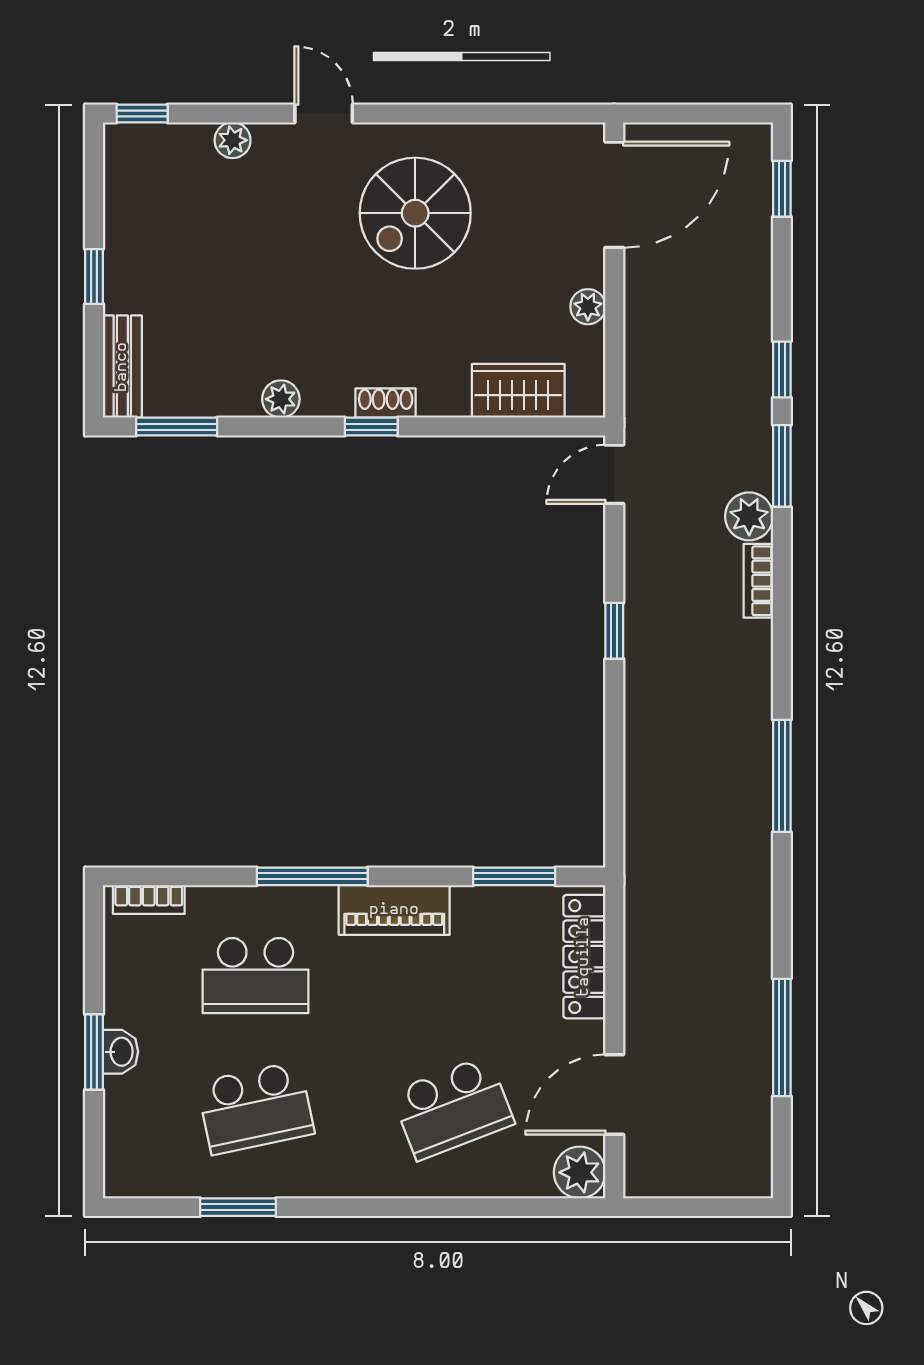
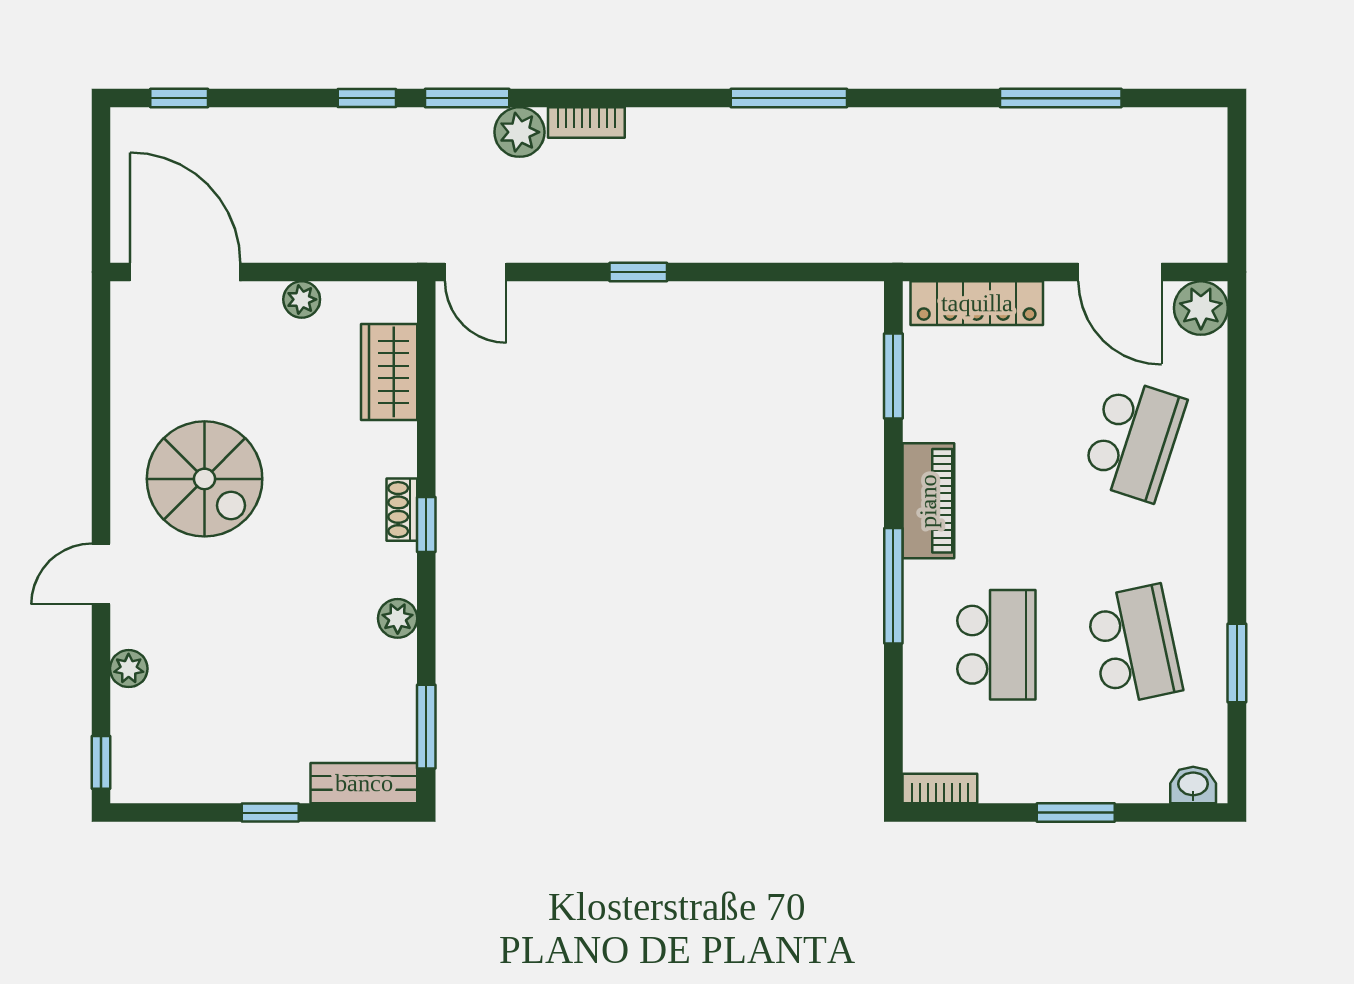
bookcase: (149, 900) -> (940, 788), moved, turned -90
washbasin: (120, 1052) -> (1193, 785), moved
school desk: (453, 1108) -> (1134, 440), turned 39

